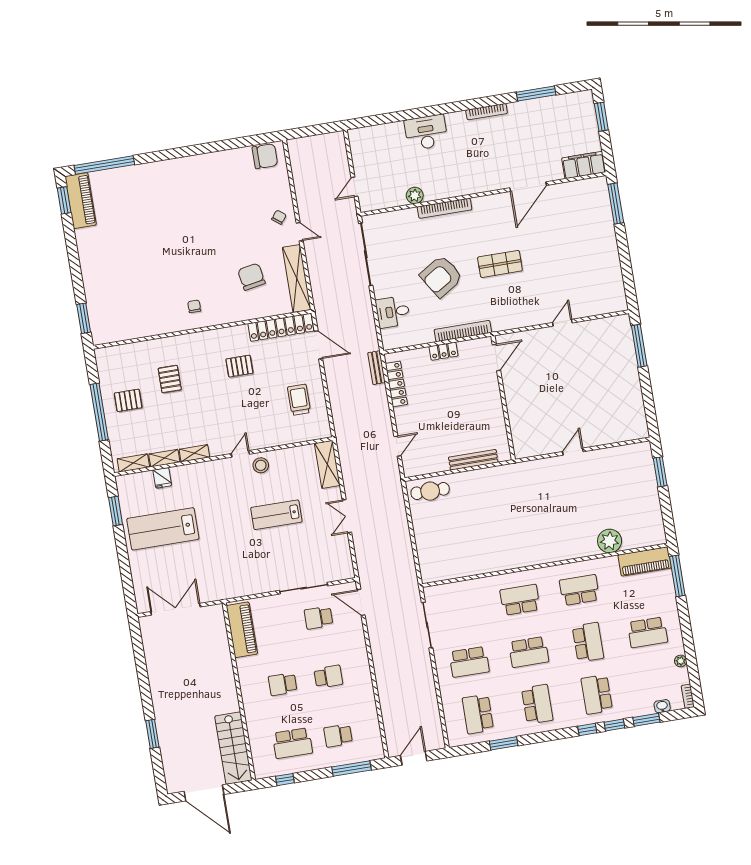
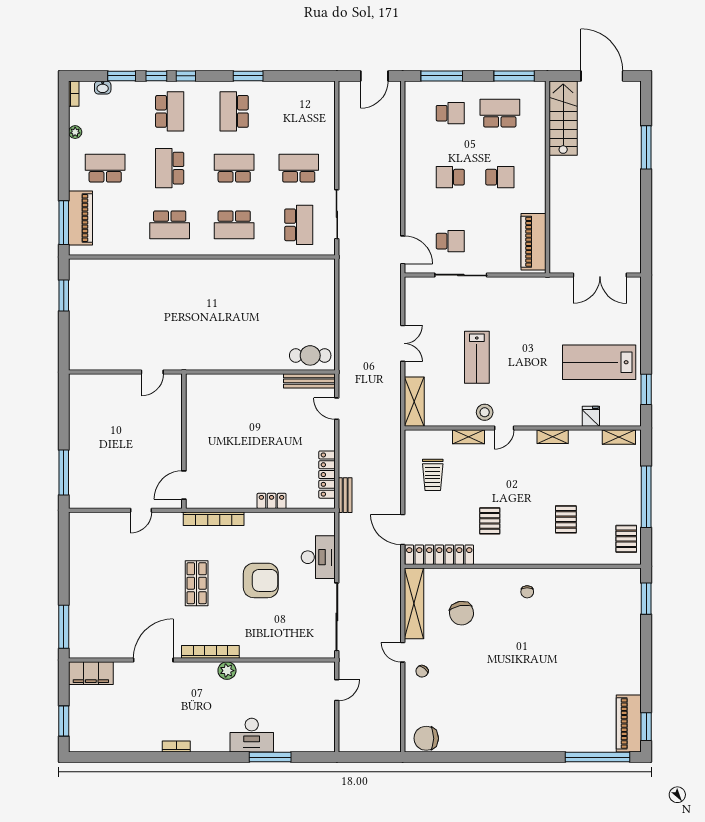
window: (536, 94) -> (270, 757), moved
bookcase: (487, 112) -> (176, 746), width x0.64
plant: (415, 195) -> (227, 671), moved
bookcase: (445, 208) -> (210, 652), moved
shop shelf: (500, 264) -> (197, 583), turned 90
armchair: (441, 276) -> (261, 580), turned 32
desk: (393, 312) -> (318, 557), width x1.37
bookcase: (463, 331) -> (214, 519), moved
door: (496, 358) -> (184, 485), moved
pallet: (239, 366) -> (490, 521), turned 90
wall: (503, 398) -> (184, 441), moved
pallet: (128, 400) -> (626, 539), moved, turned 90
door: (397, 446) -> (337, 409), hinge flipped
shelving: (164, 458) -> (469, 437), moved
bench: (473, 460) -> (309, 381), moved
window: (660, 472) -> (64, 295), moved
lab bench: (276, 515) -> (477, 357), turned 90
lab bench: (163, 529) -> (599, 362), turned 180
plant: (610, 541) -> (129, 271), removed
piano: (645, 561) -> (80, 218), moved, turned 90
school desk: (478, 714) -> (299, 225), moved
window: (152, 734) -> (646, 147), width x1.44
window: (504, 743) -> (248, 76), moved
window: (285, 780) -> (514, 76), width x2.17

